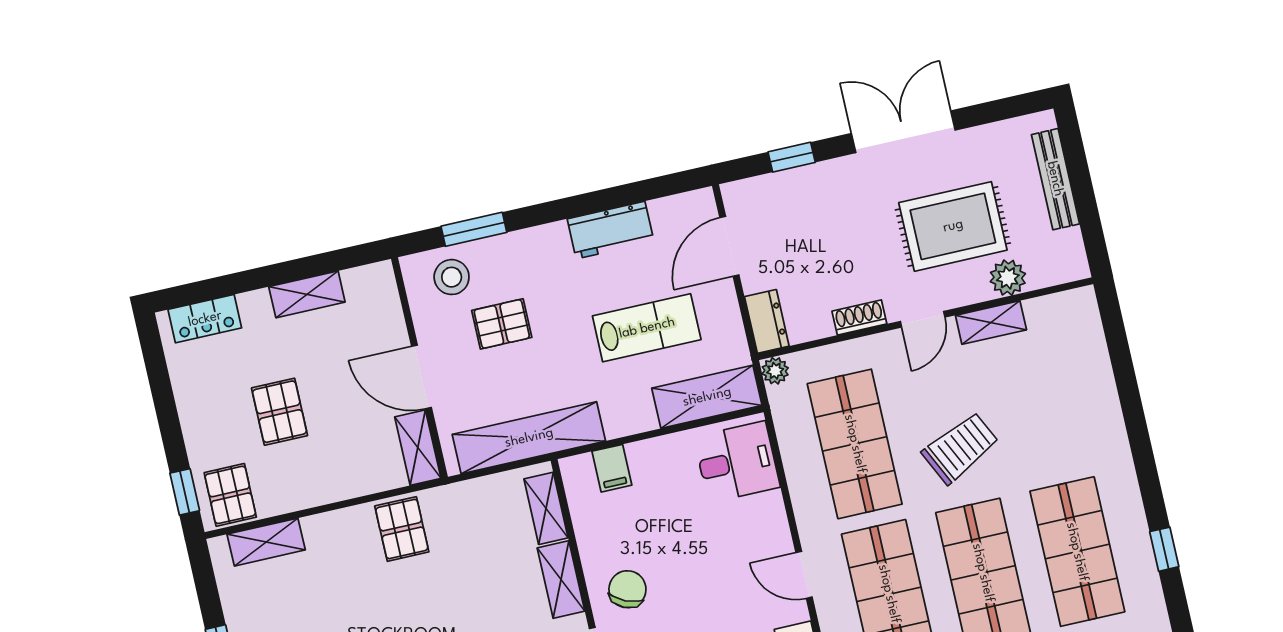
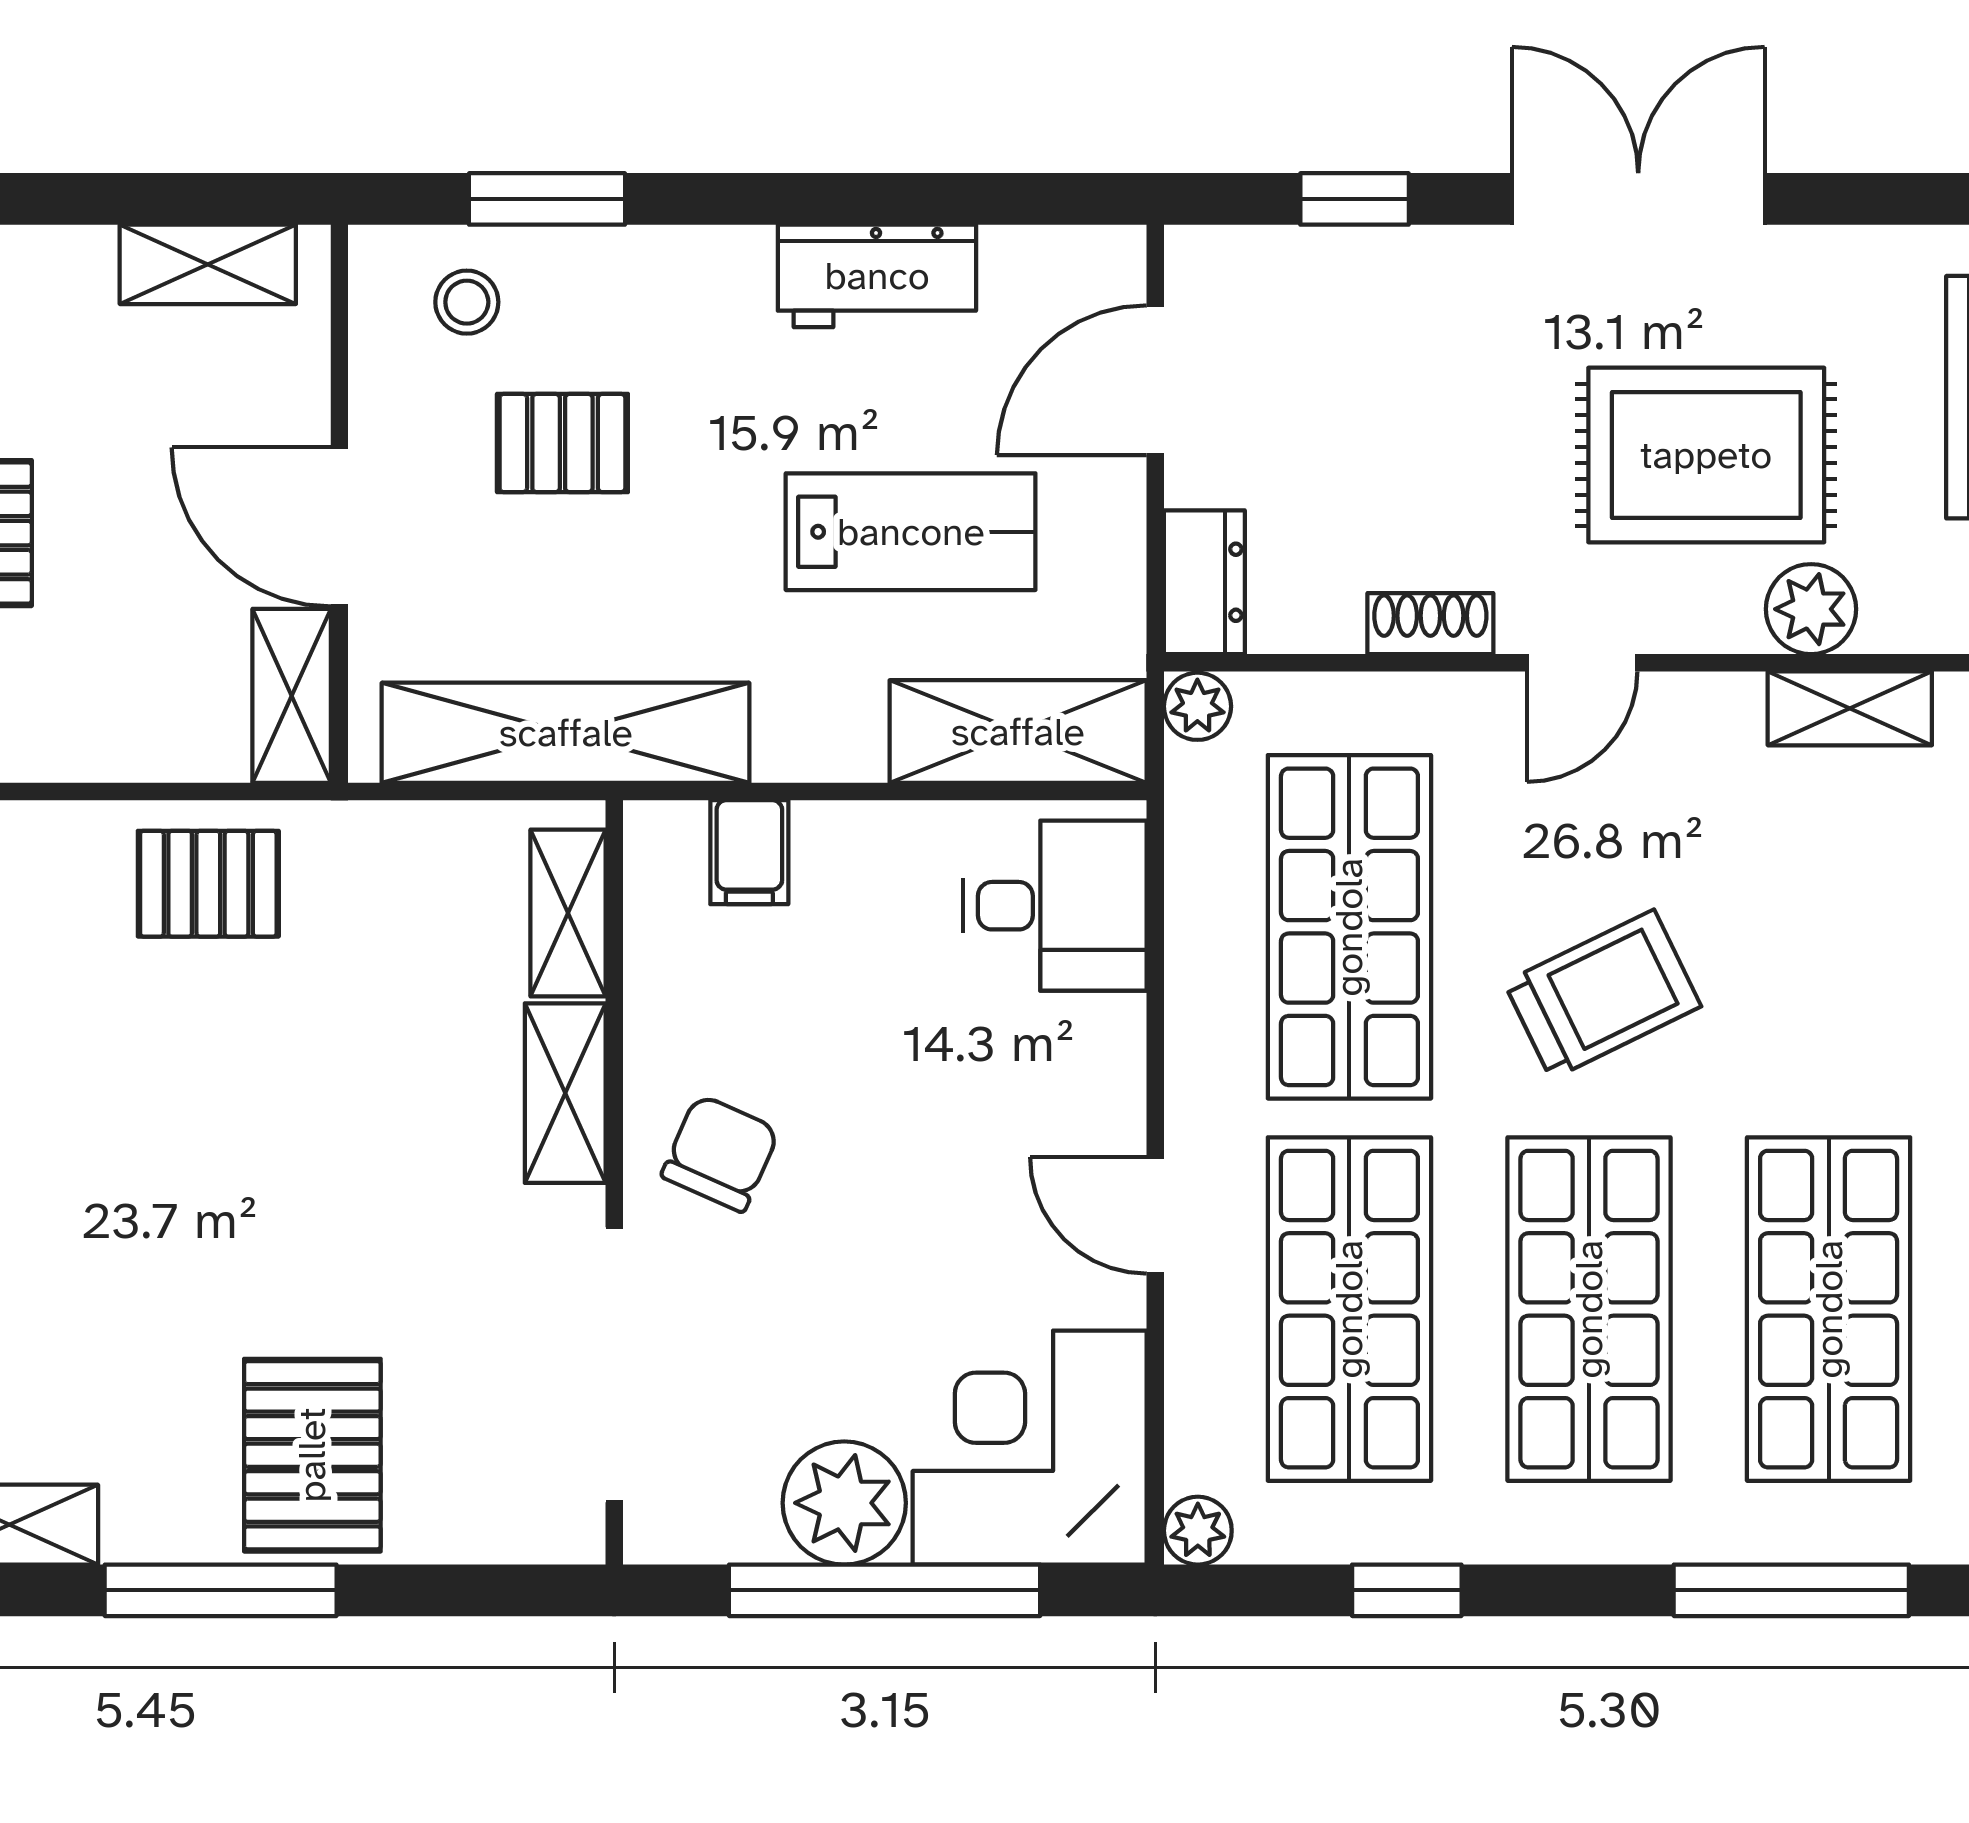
stool: (452, 277) -> (467, 302), width x0.73, depth x0.73
shelving: (307, 294) -> (208, 264), moved
shelving: (991, 323) -> (1850, 708), moved
pallet: (402, 529) -> (208, 884), turned 90

